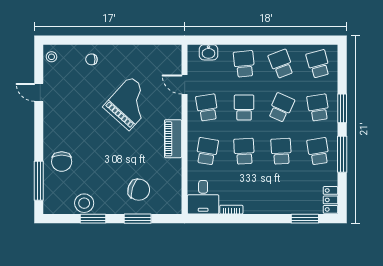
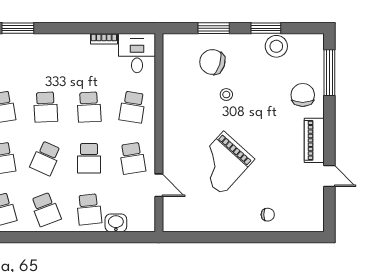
washbasin: (208, 52) -> (116, 223), moved
stool: (51, 57) -> (226, 95), moved
piano: (173, 139) -> (314, 140), moved, turned 180

